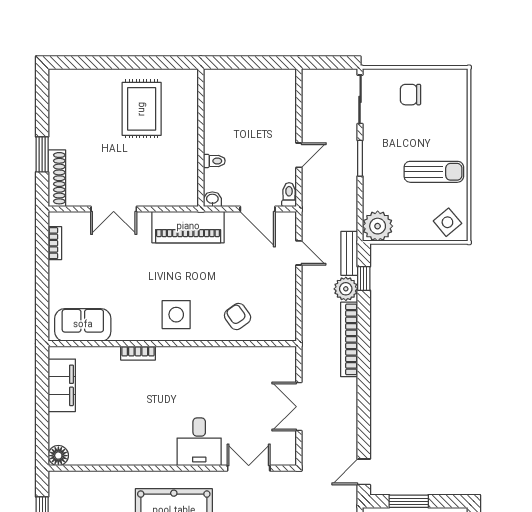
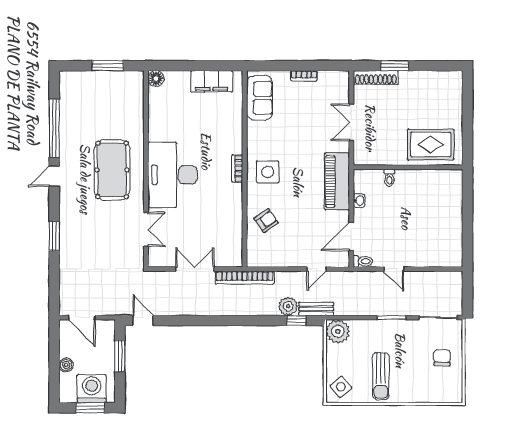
wall: (201, 138) -> (408, 167), moved
toilet: (214, 161) -> (389, 178), moved
bookcase: (55, 243) -> (304, 76), moved
bookcase: (349, 339) -> (245, 278), moved, turned 180
bookcase: (138, 353) -> (237, 168), moved
desk: (199, 442) -> (173, 175), width x1.87, depth x1.30

